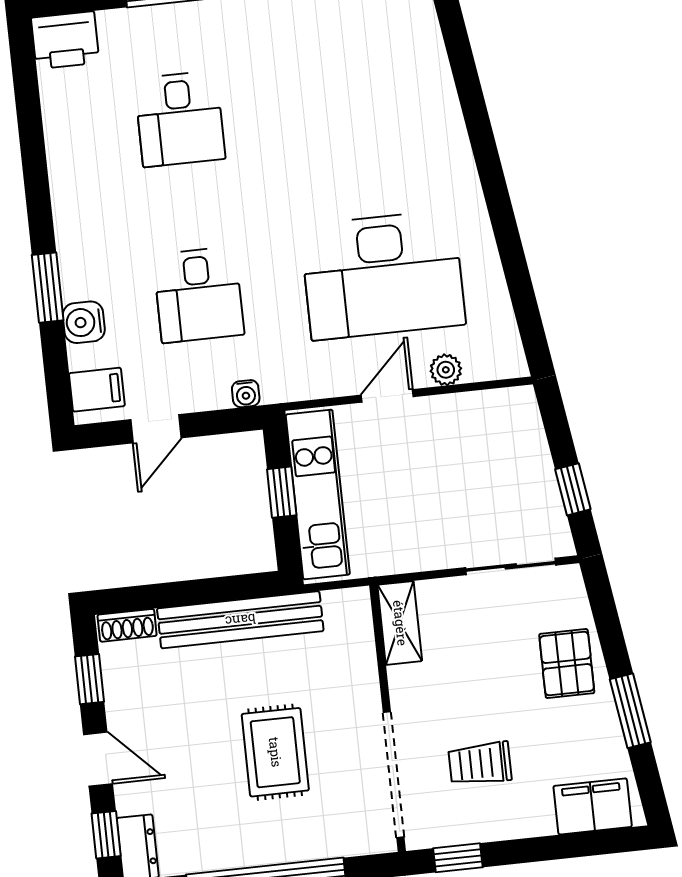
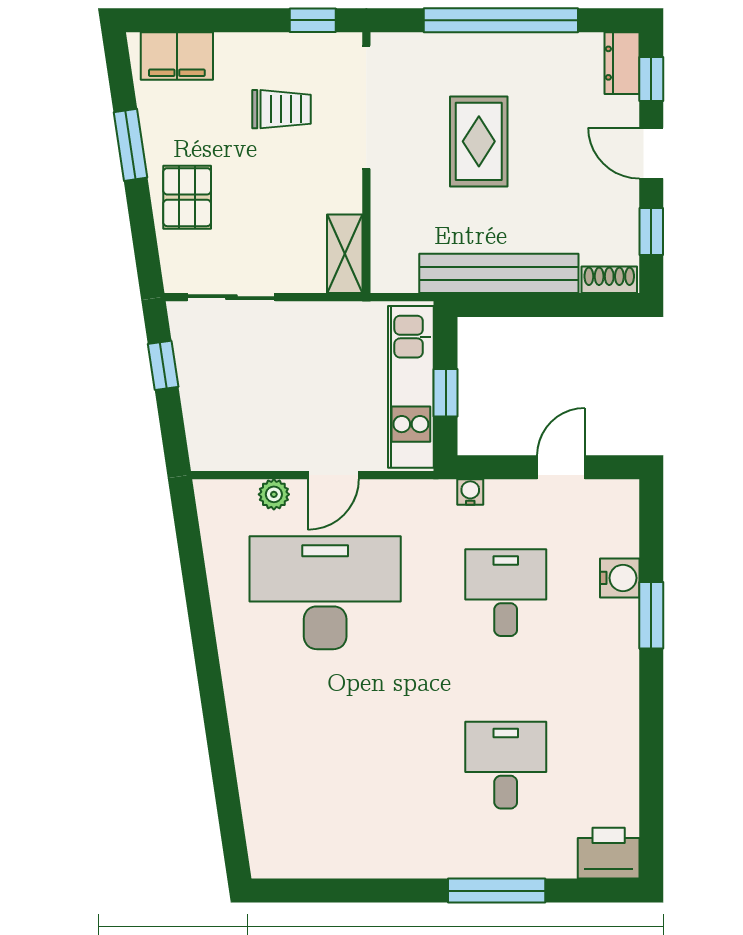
filing cabinet: (97, 390) -> (614, 511), removed

